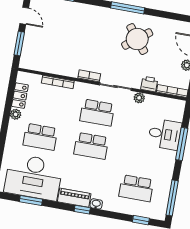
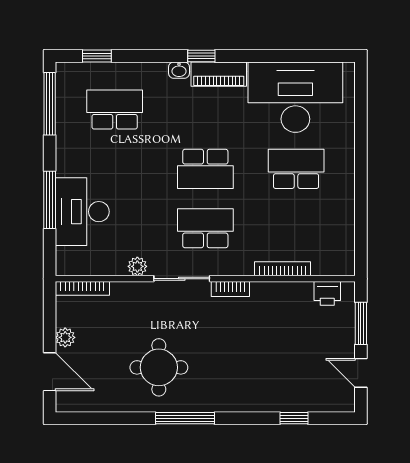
round table: (137, 39) -> (159, 367), turned 38
printer: (149, 84) -> (327, 293), moved
locker: (20, 96) -> (344, 234), removed
plant: (16, 114) -> (346, 200), removed
desk: (165, 134) -> (82, 212), width x1.37
school desk: (91, 146) -> (205, 169), turned 180
window: (31, 200) -> (293, 56), removed

